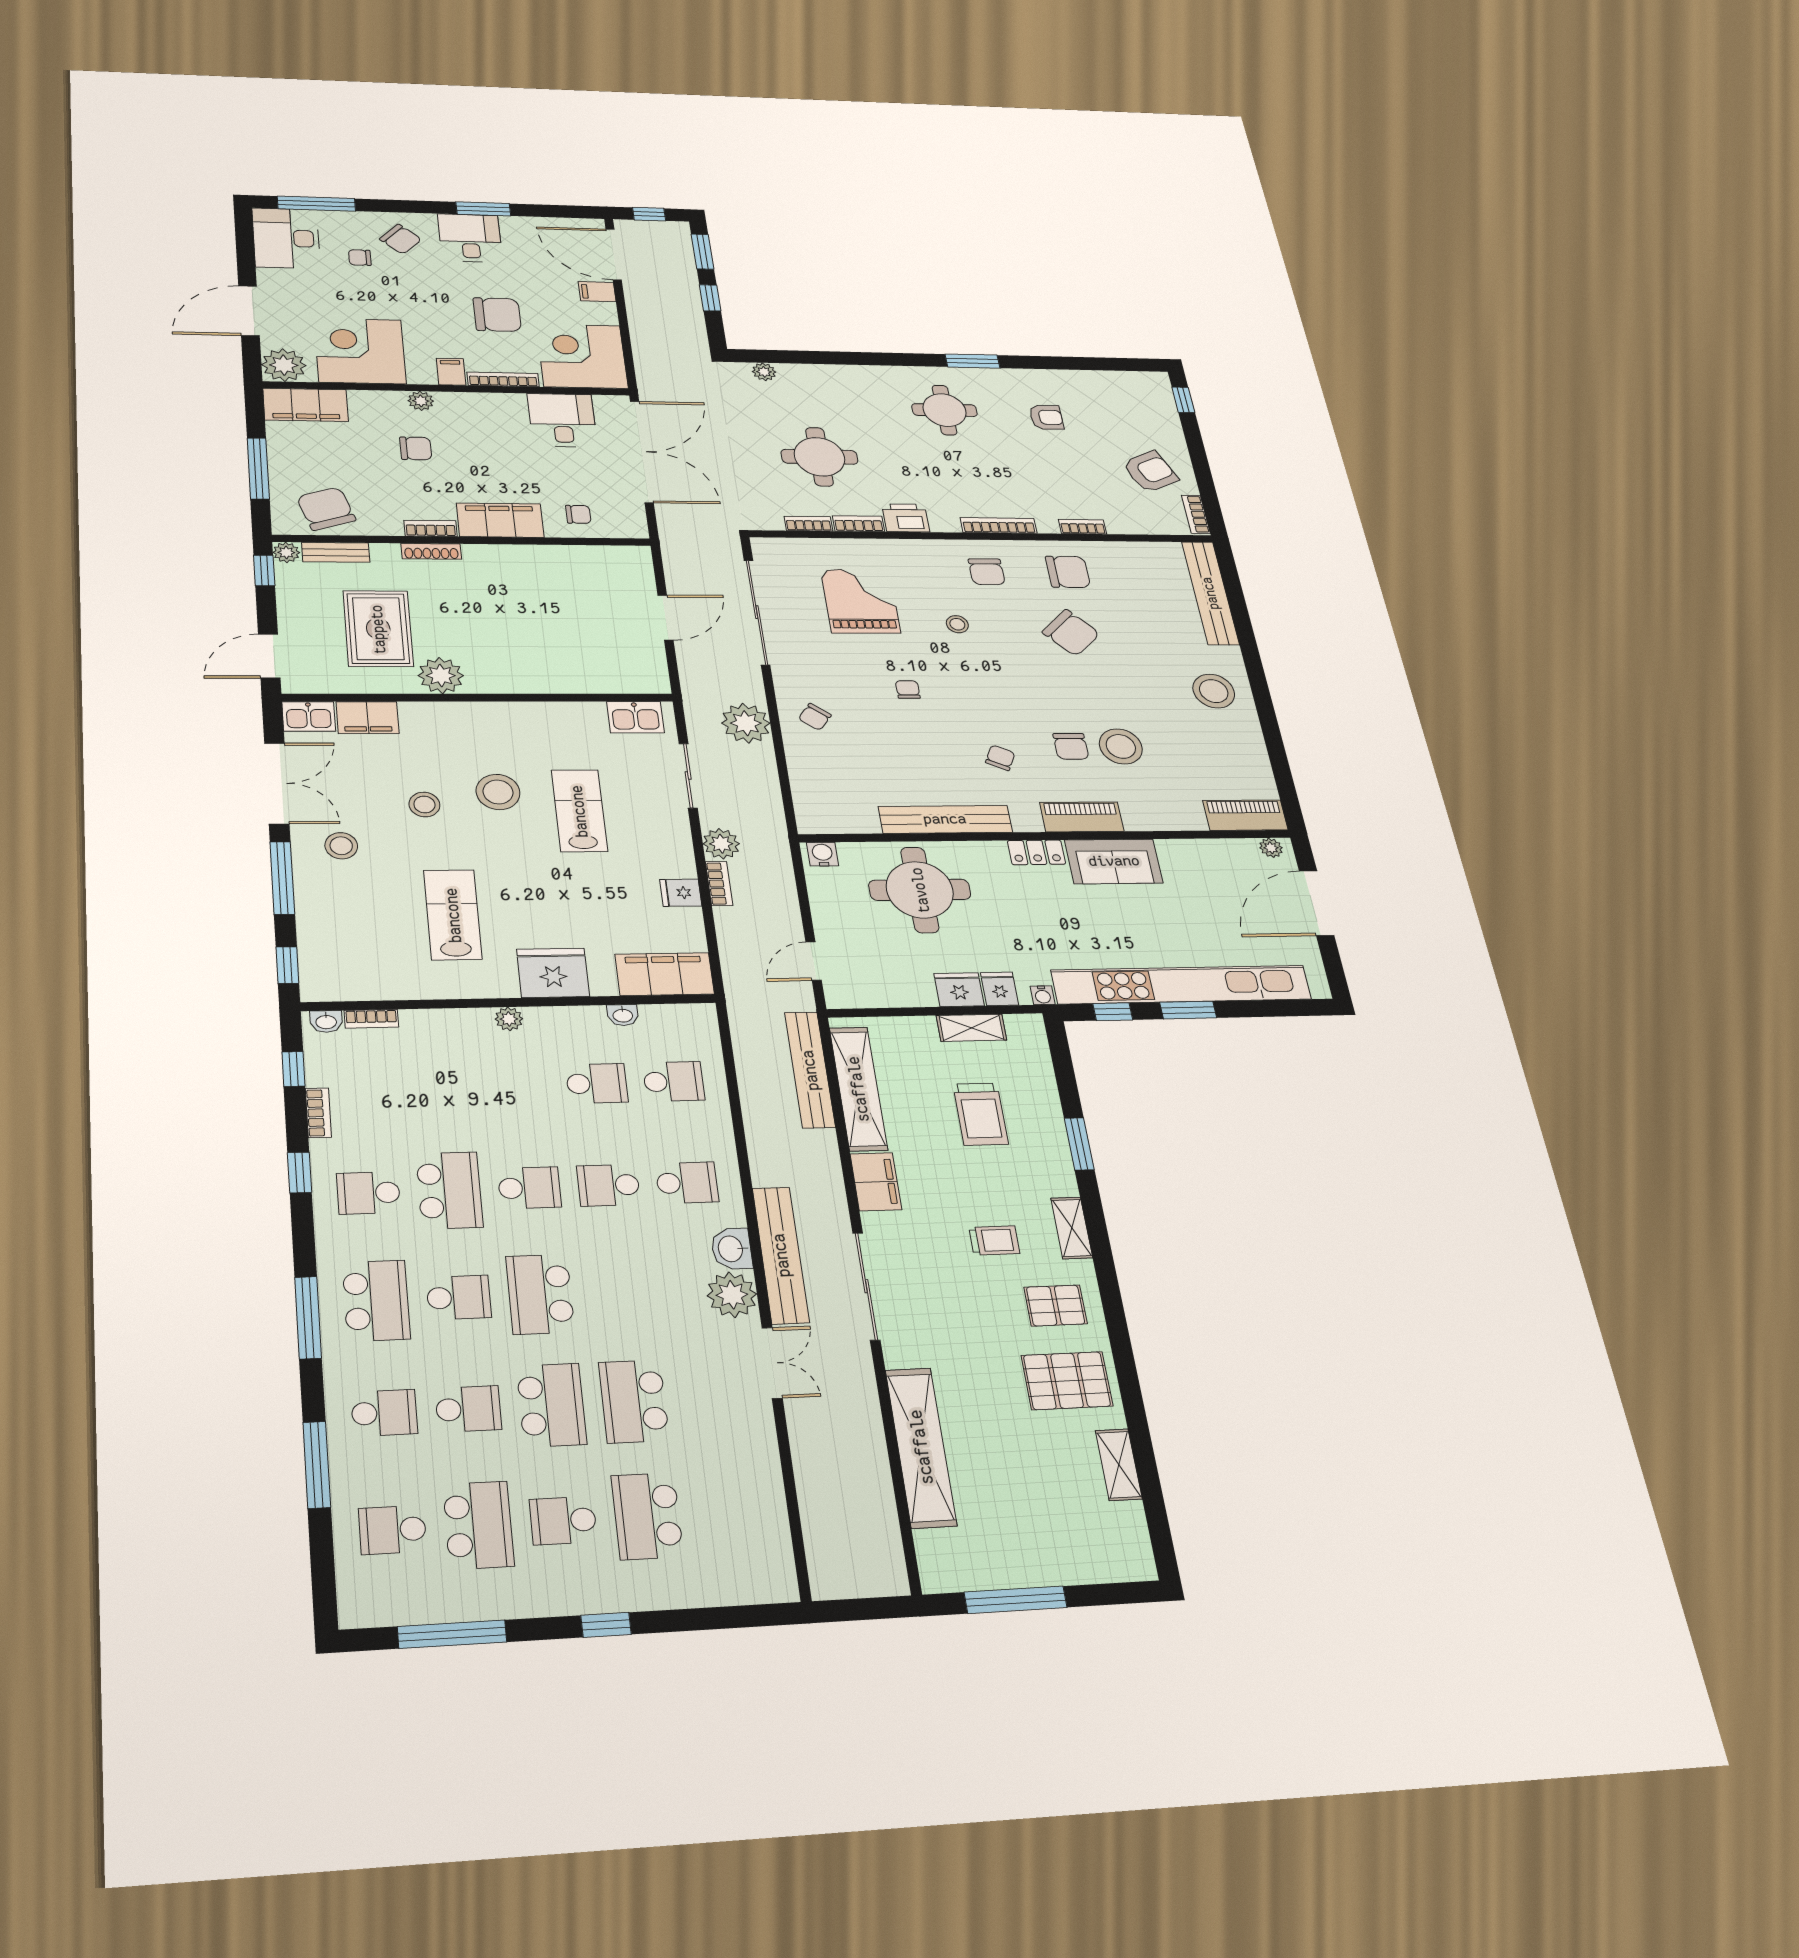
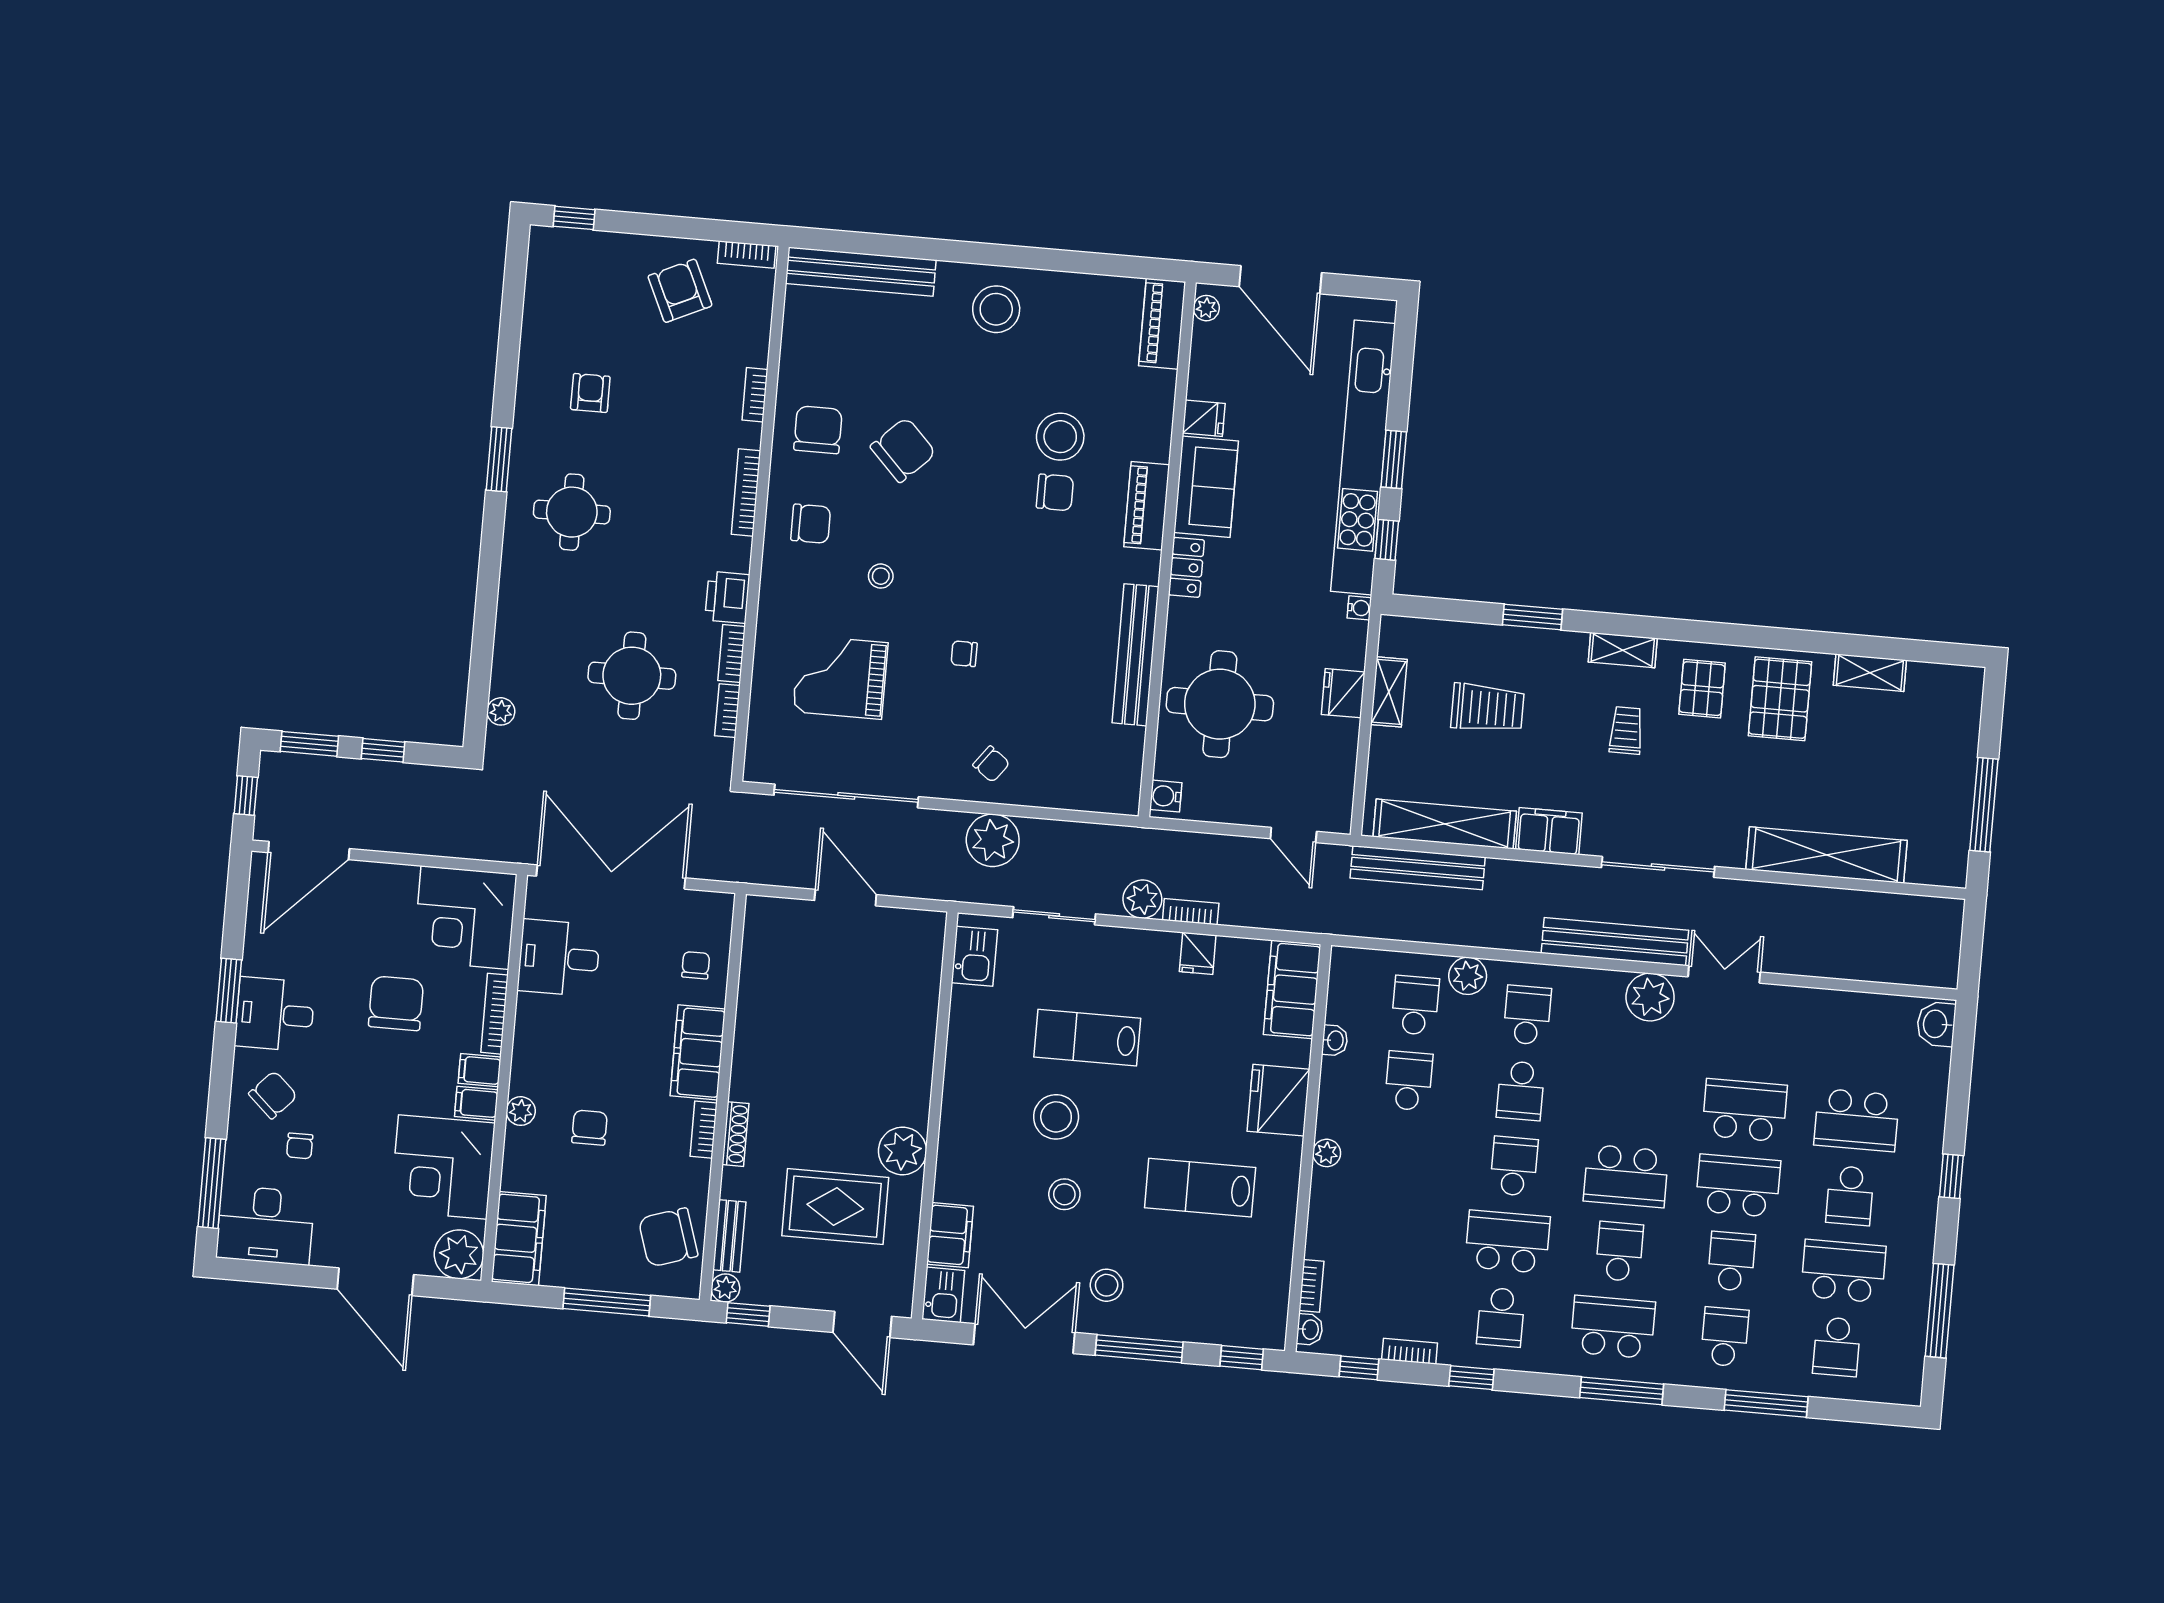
filing cabinet: (597, 292) -> (476, 1103), moved, turned 90
chair: (1000, 758) -> (1063, 575), removed
fridge: (1000, 989) -> (1204, 418), moved, turned 180
plant: (714, 1125) -> (1468, 976), added
washbasin: (732, 1249) -> (1936, 1024), moved, turned 90
school desk: (634, 1401) -> (1745, 1110), turned 180

